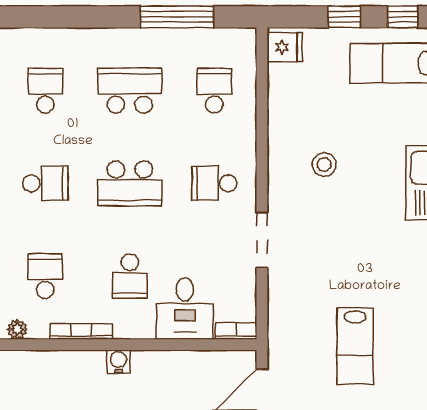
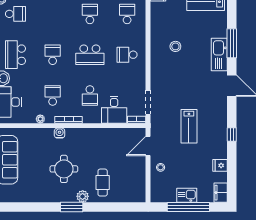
school desk: (45, 91) -> (53, 14), removed
school desk: (130, 91) -> (90, 14), width x0.54
school desk: (45, 183) -> (53, 55), turned -90
doorway: (262, 240) -> (148, 102), moved
water cooler: (118, 361) -> (60, 133), moved

